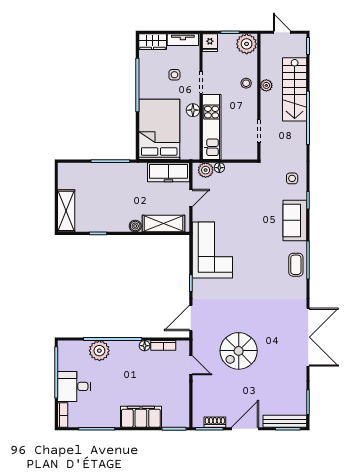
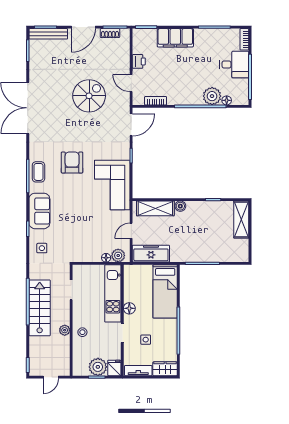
door: (282, 32) -> (51, 377), hinge flipped
plant: (247, 44) -> (98, 367), moved
stairs: (295, 89) -> (40, 308), moved
bed: (159, 129) -> (165, 291), width x0.67
armchair: (258, 275) -> (72, 163), added
floor lamp: (145, 346) -> (227, 100), moved
printer: (182, 390) -> (139, 61), added

